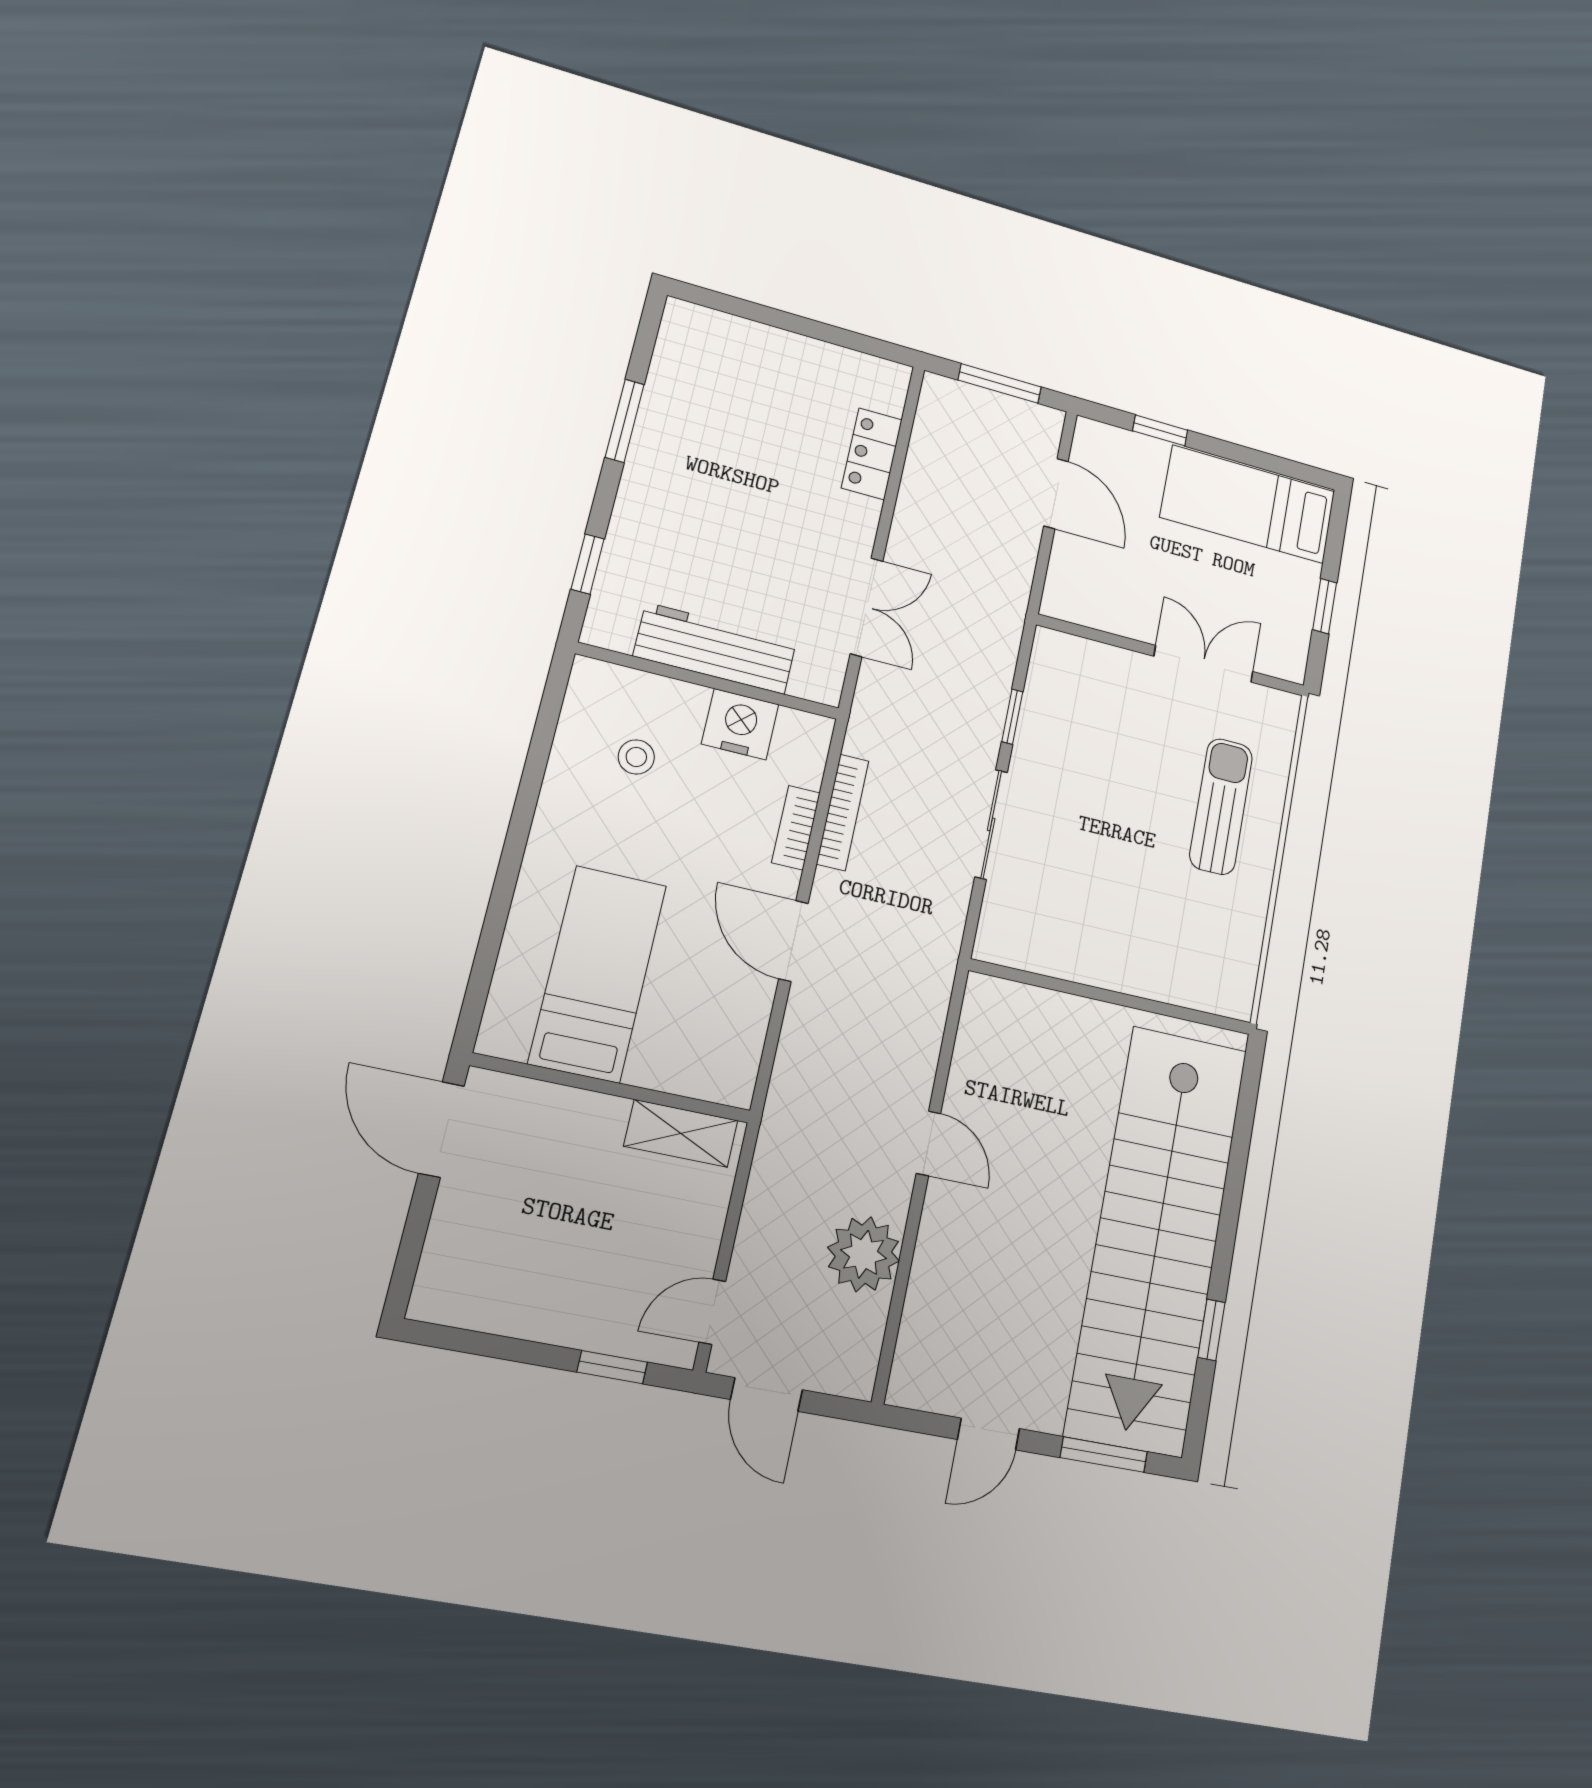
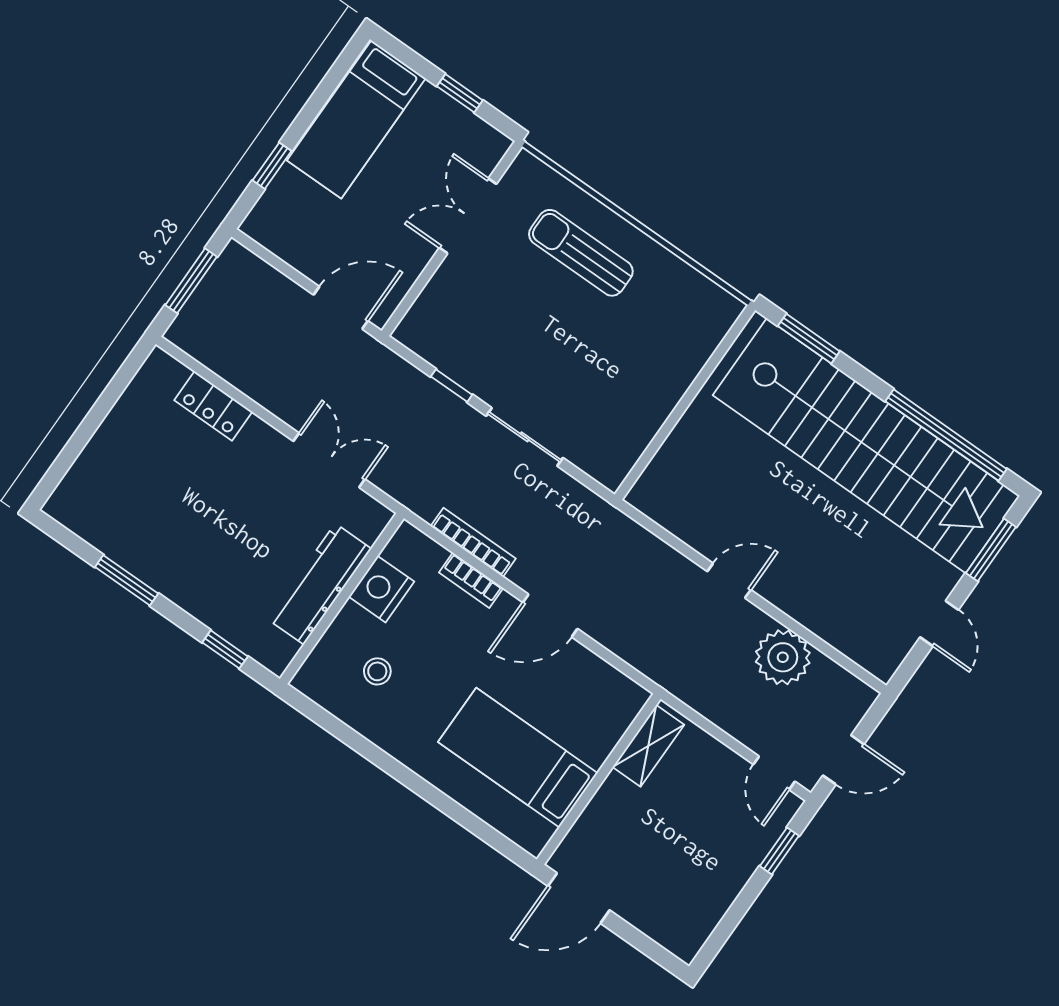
door: (1056, 494) -> (341, 308), moved
window: (1246, 1112) -> (809, 339), added
window: (1211, 1330) -> (946, 435), width x3.17

